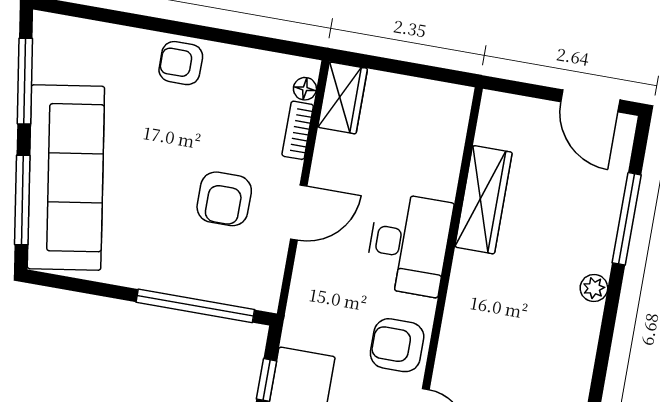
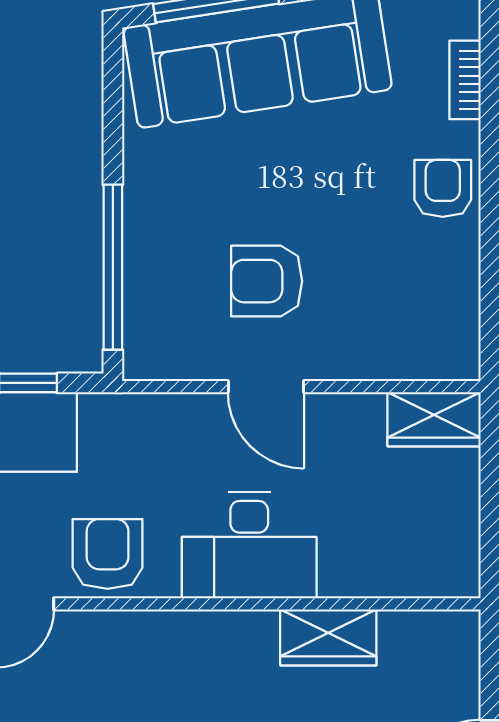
floor lamp: (305, 89) -> (438, 365), removed
bookcase: (298, 130) -> (465, 80), moved, turned -90
wardrobe: (483, 200) -> (328, 637), width x0.67

